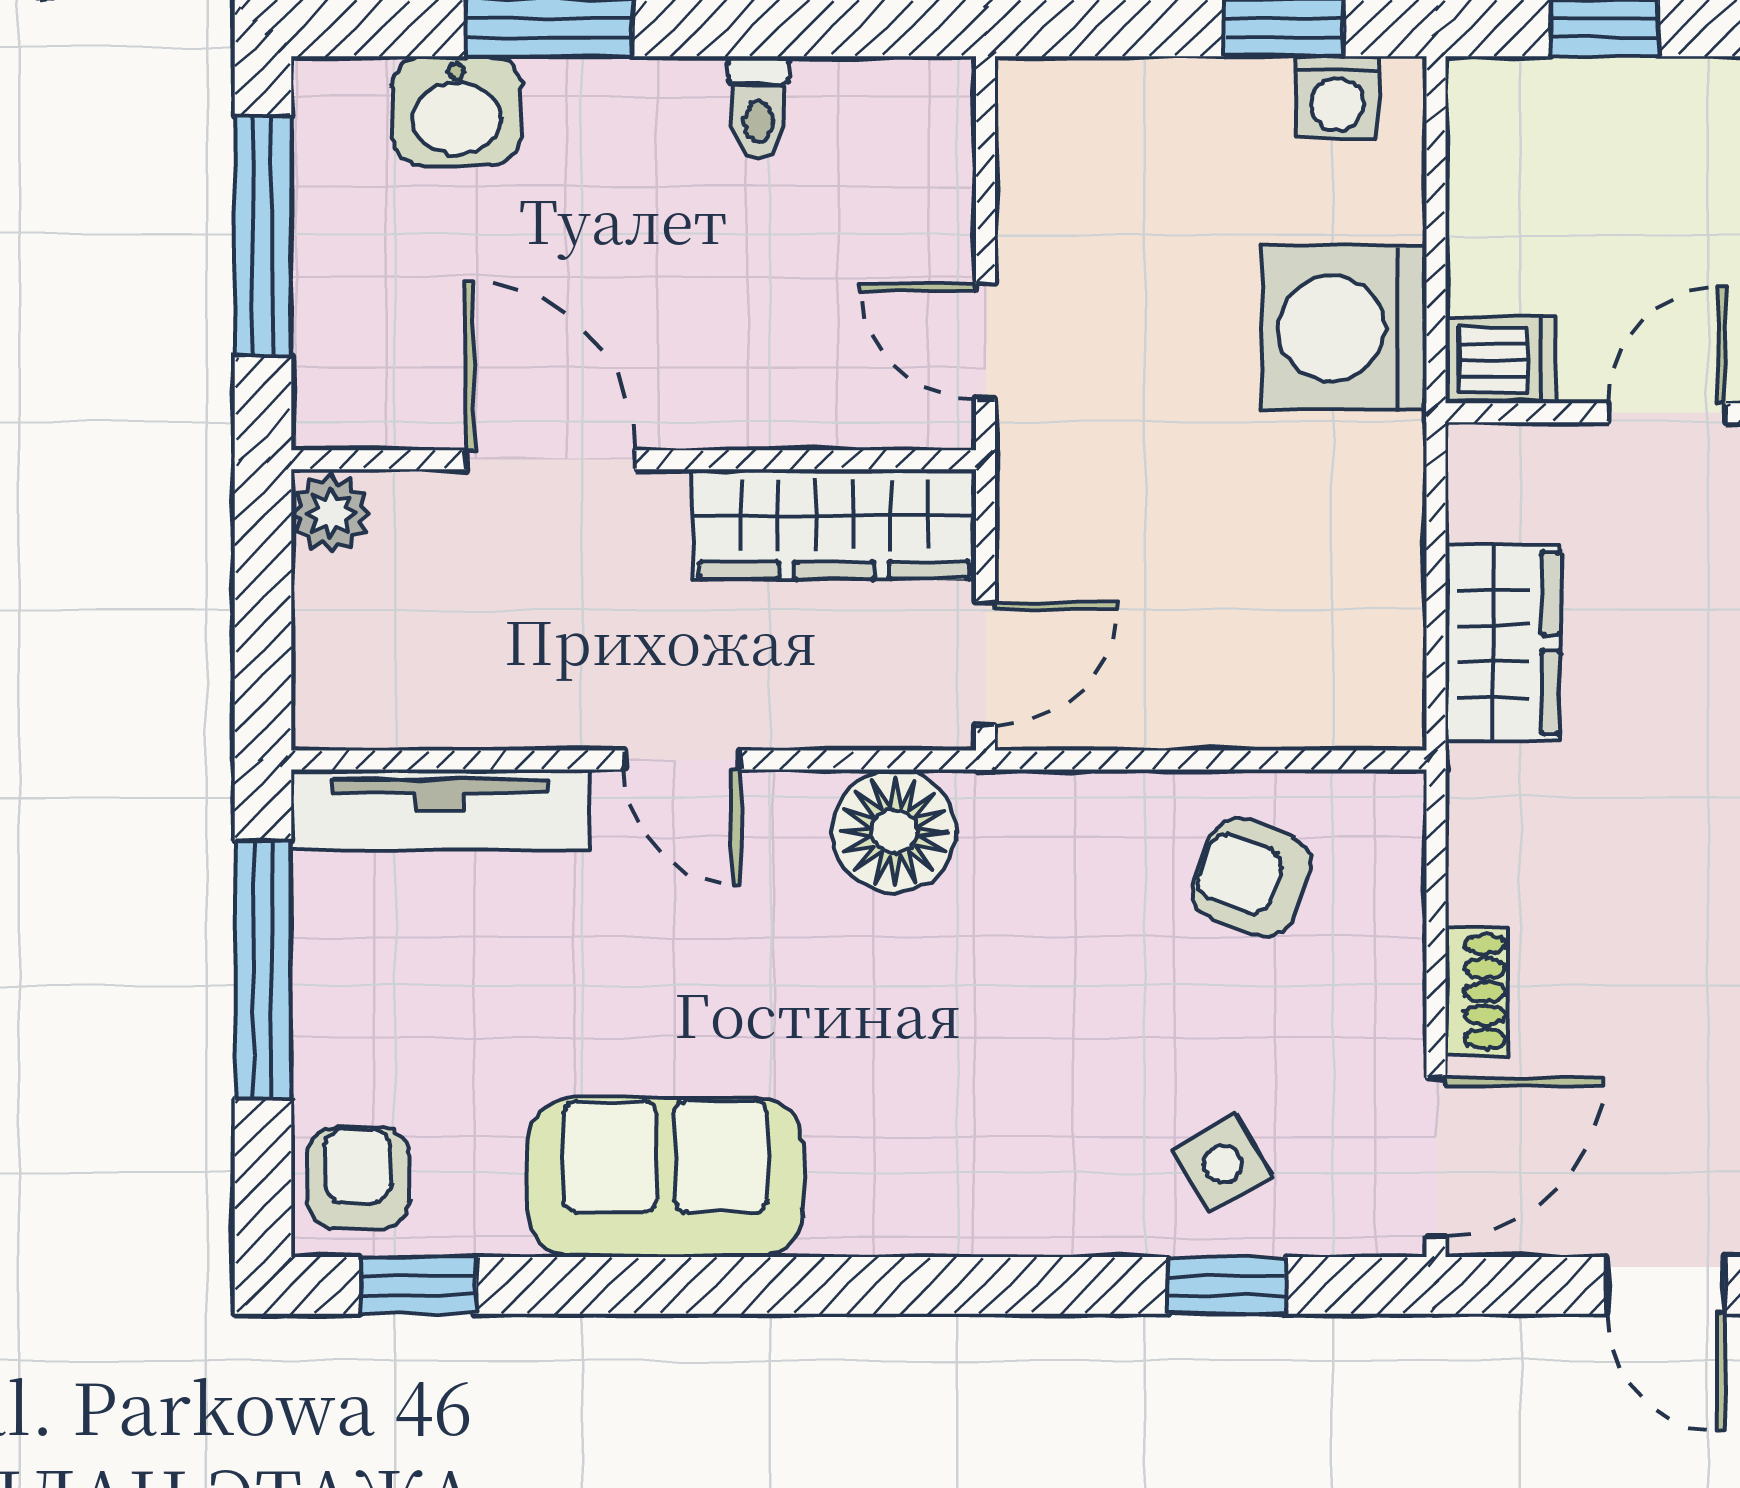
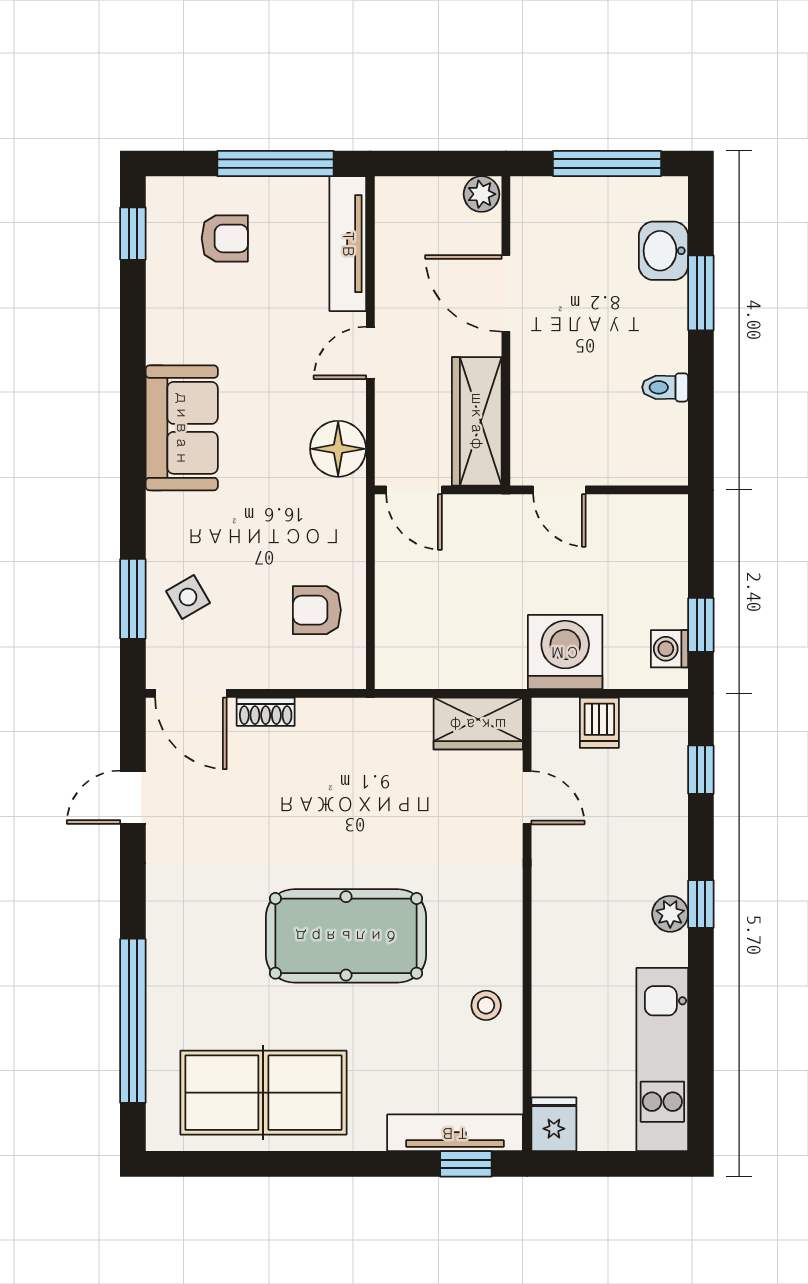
door: (986, 341) -> (559, 490), swing flipped
dishwasher: (1501, 360) -> (599, 723), moved
door: (550, 460) -> (506, 293), swing flipped
wardrobe: (1503, 643) -> (478, 724), moved
armchair: (1252, 878) -> (317, 610), turned -110
sofa: (665, 1177) -> (182, 428), moved
armchair: (358, 1178) -> (225, 238), moved
window: (1227, 1285) -> (133, 599), width x1.50

